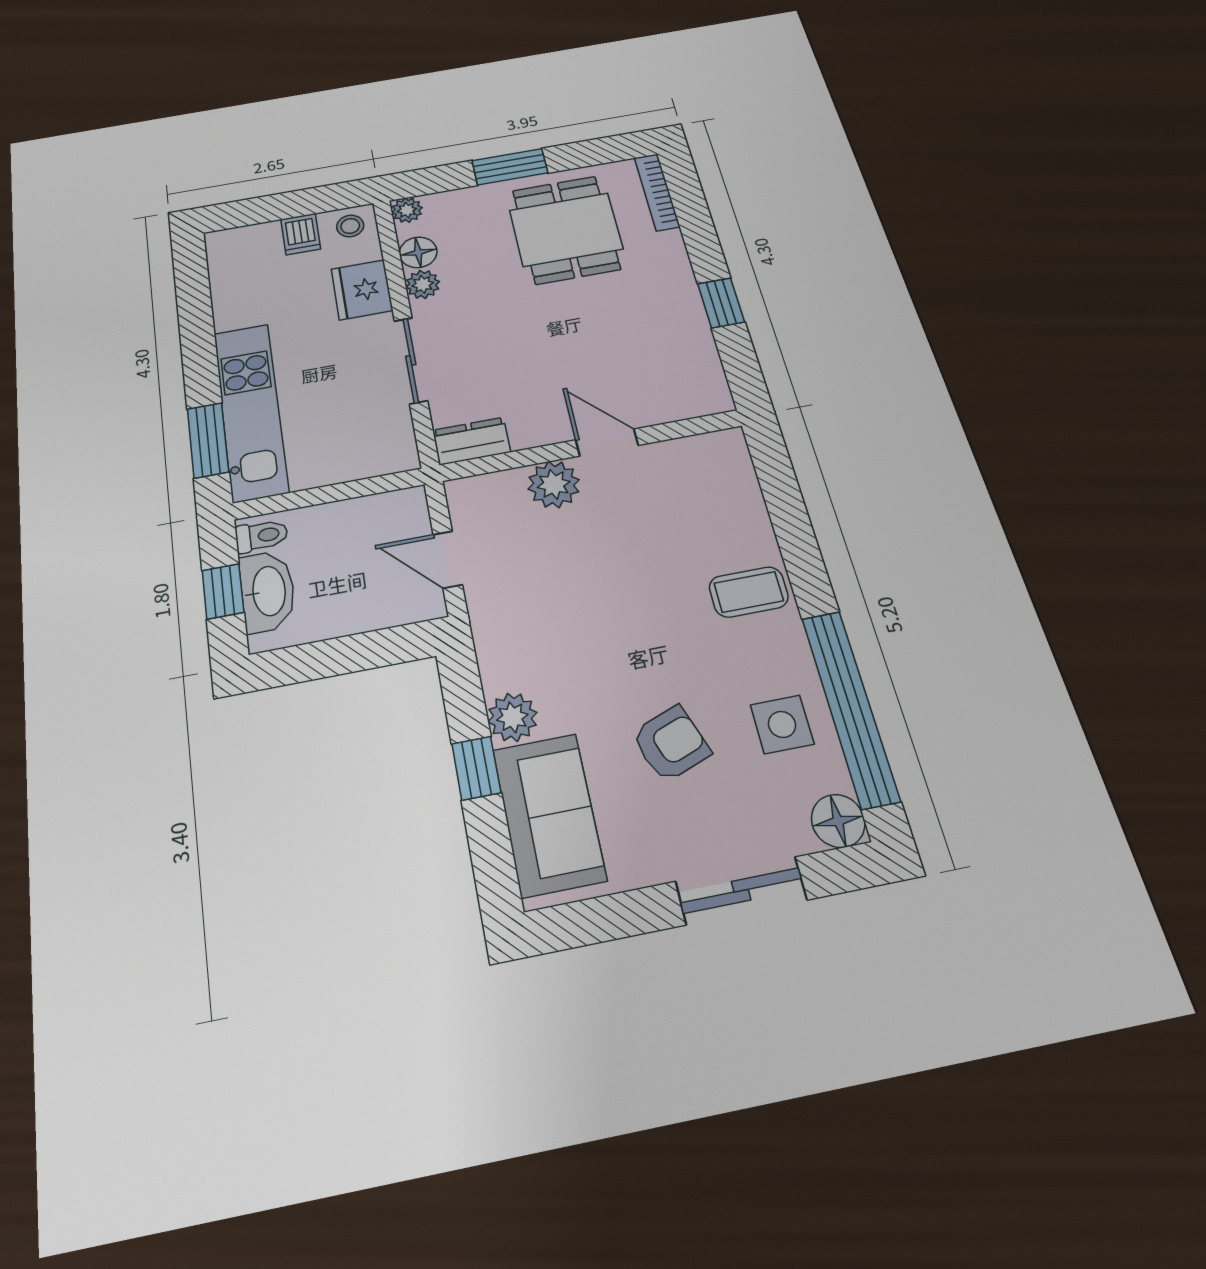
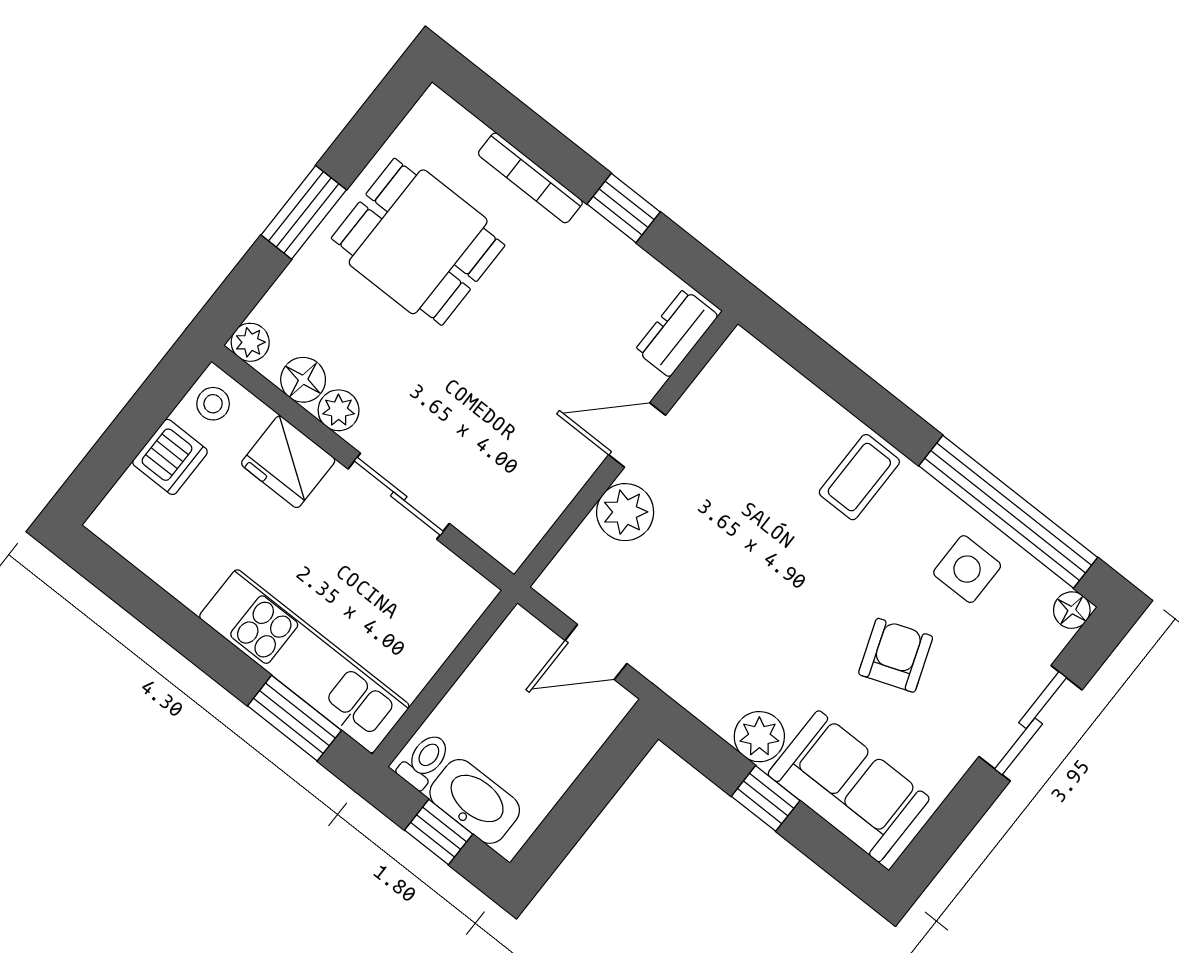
bookcase: (657, 192) -> (530, 178), moved
dishwasher: (301, 234) -> (170, 457), width x1.38
dresser: (471, 441) -> (677, 333), moved
floor lamp: (838, 821) -> (1072, 610), width x0.73, depth x0.73

